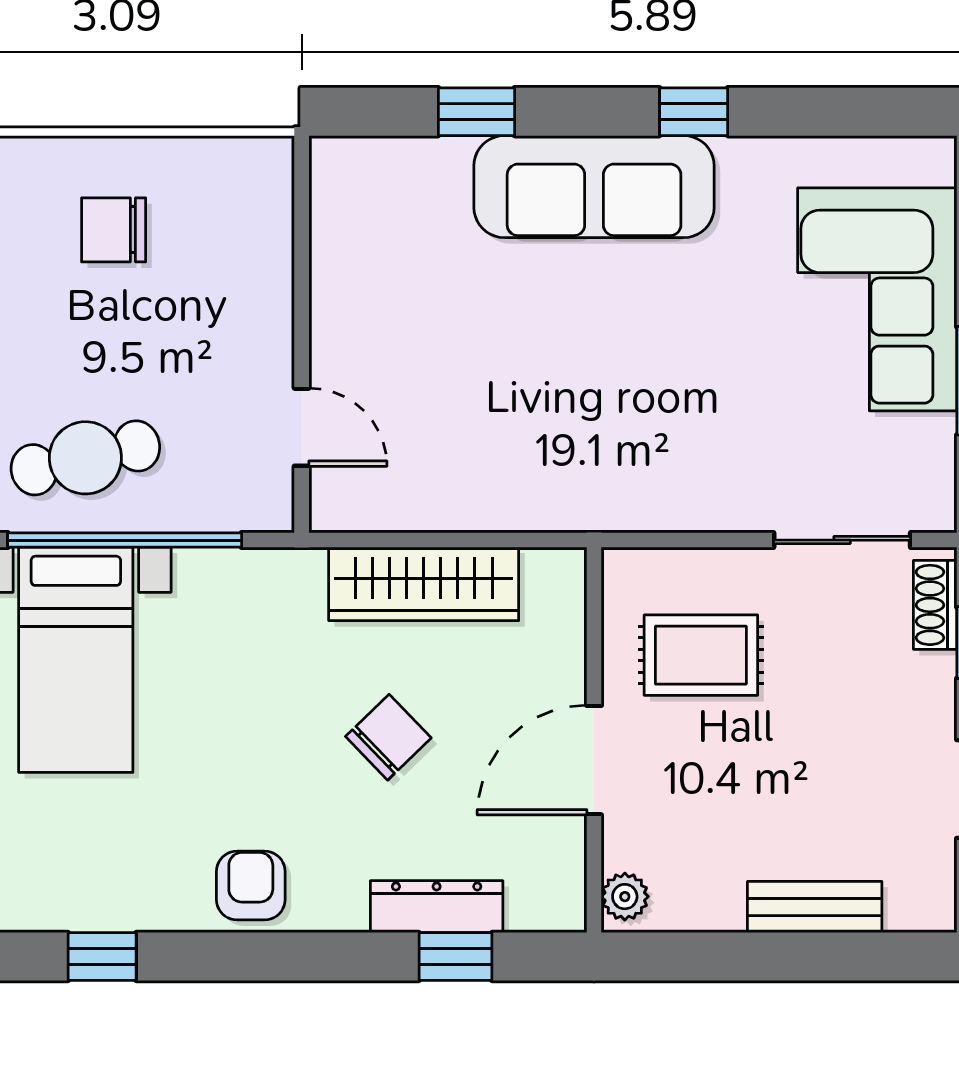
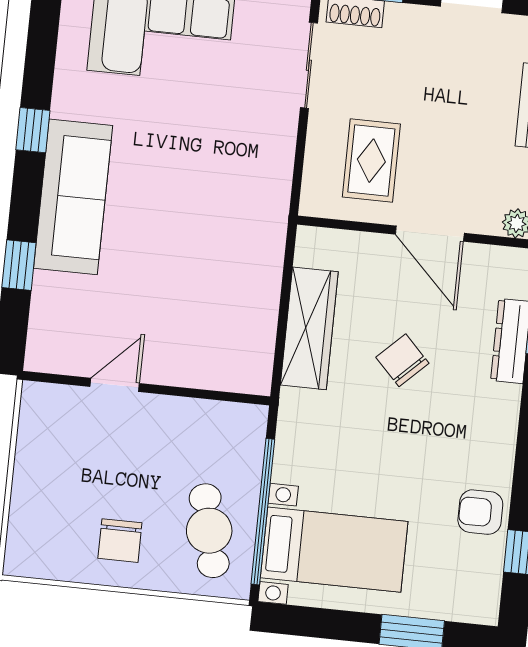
chair: (114, 230) -> (120, 541), moved
door: (302, 427) -> (115, 385), moved
armchair: (251, 886) -> (480, 512), moved

